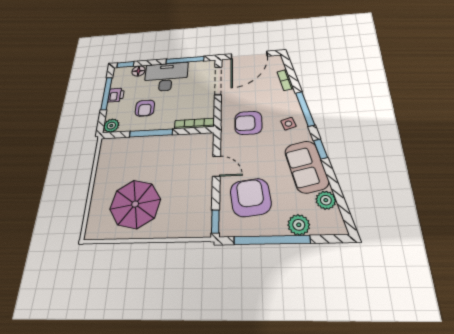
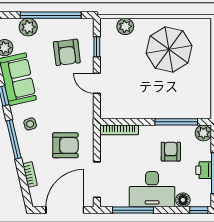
armchair: (248, 123) -> (65, 145), moved
window: (151, 133) -> (176, 122), moved
armchair: (251, 197) -> (67, 52), width x0.73, depth x0.73
window: (215, 221) -> (97, 47), moved
plant: (182, 228) -> (125, 26), added

